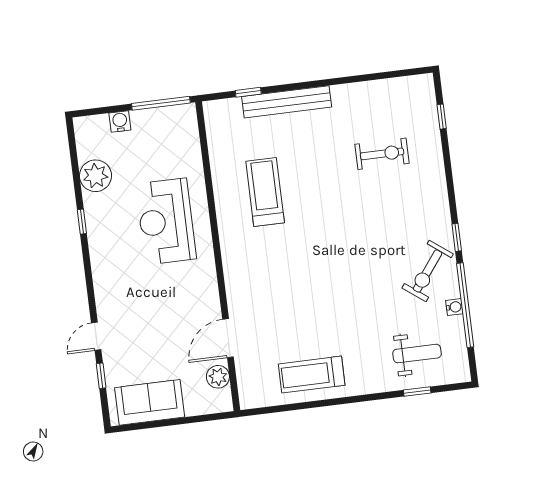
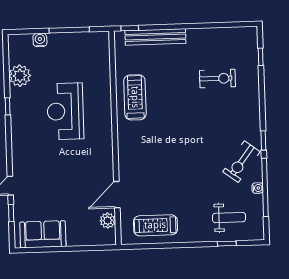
wall: (218, 256) -> (115, 138), moved
door: (228, 338) -> (117, 195), moved
plant: (218, 377) -> (108, 220), moved

